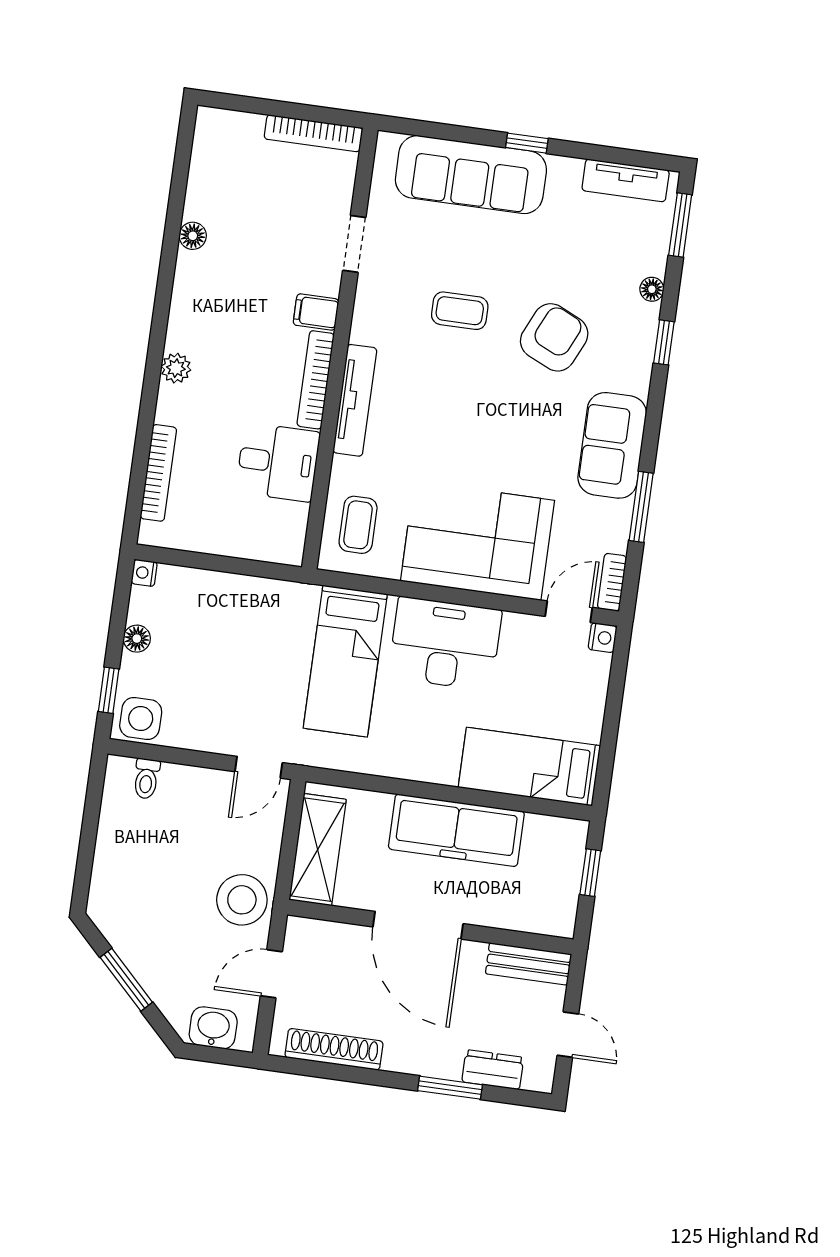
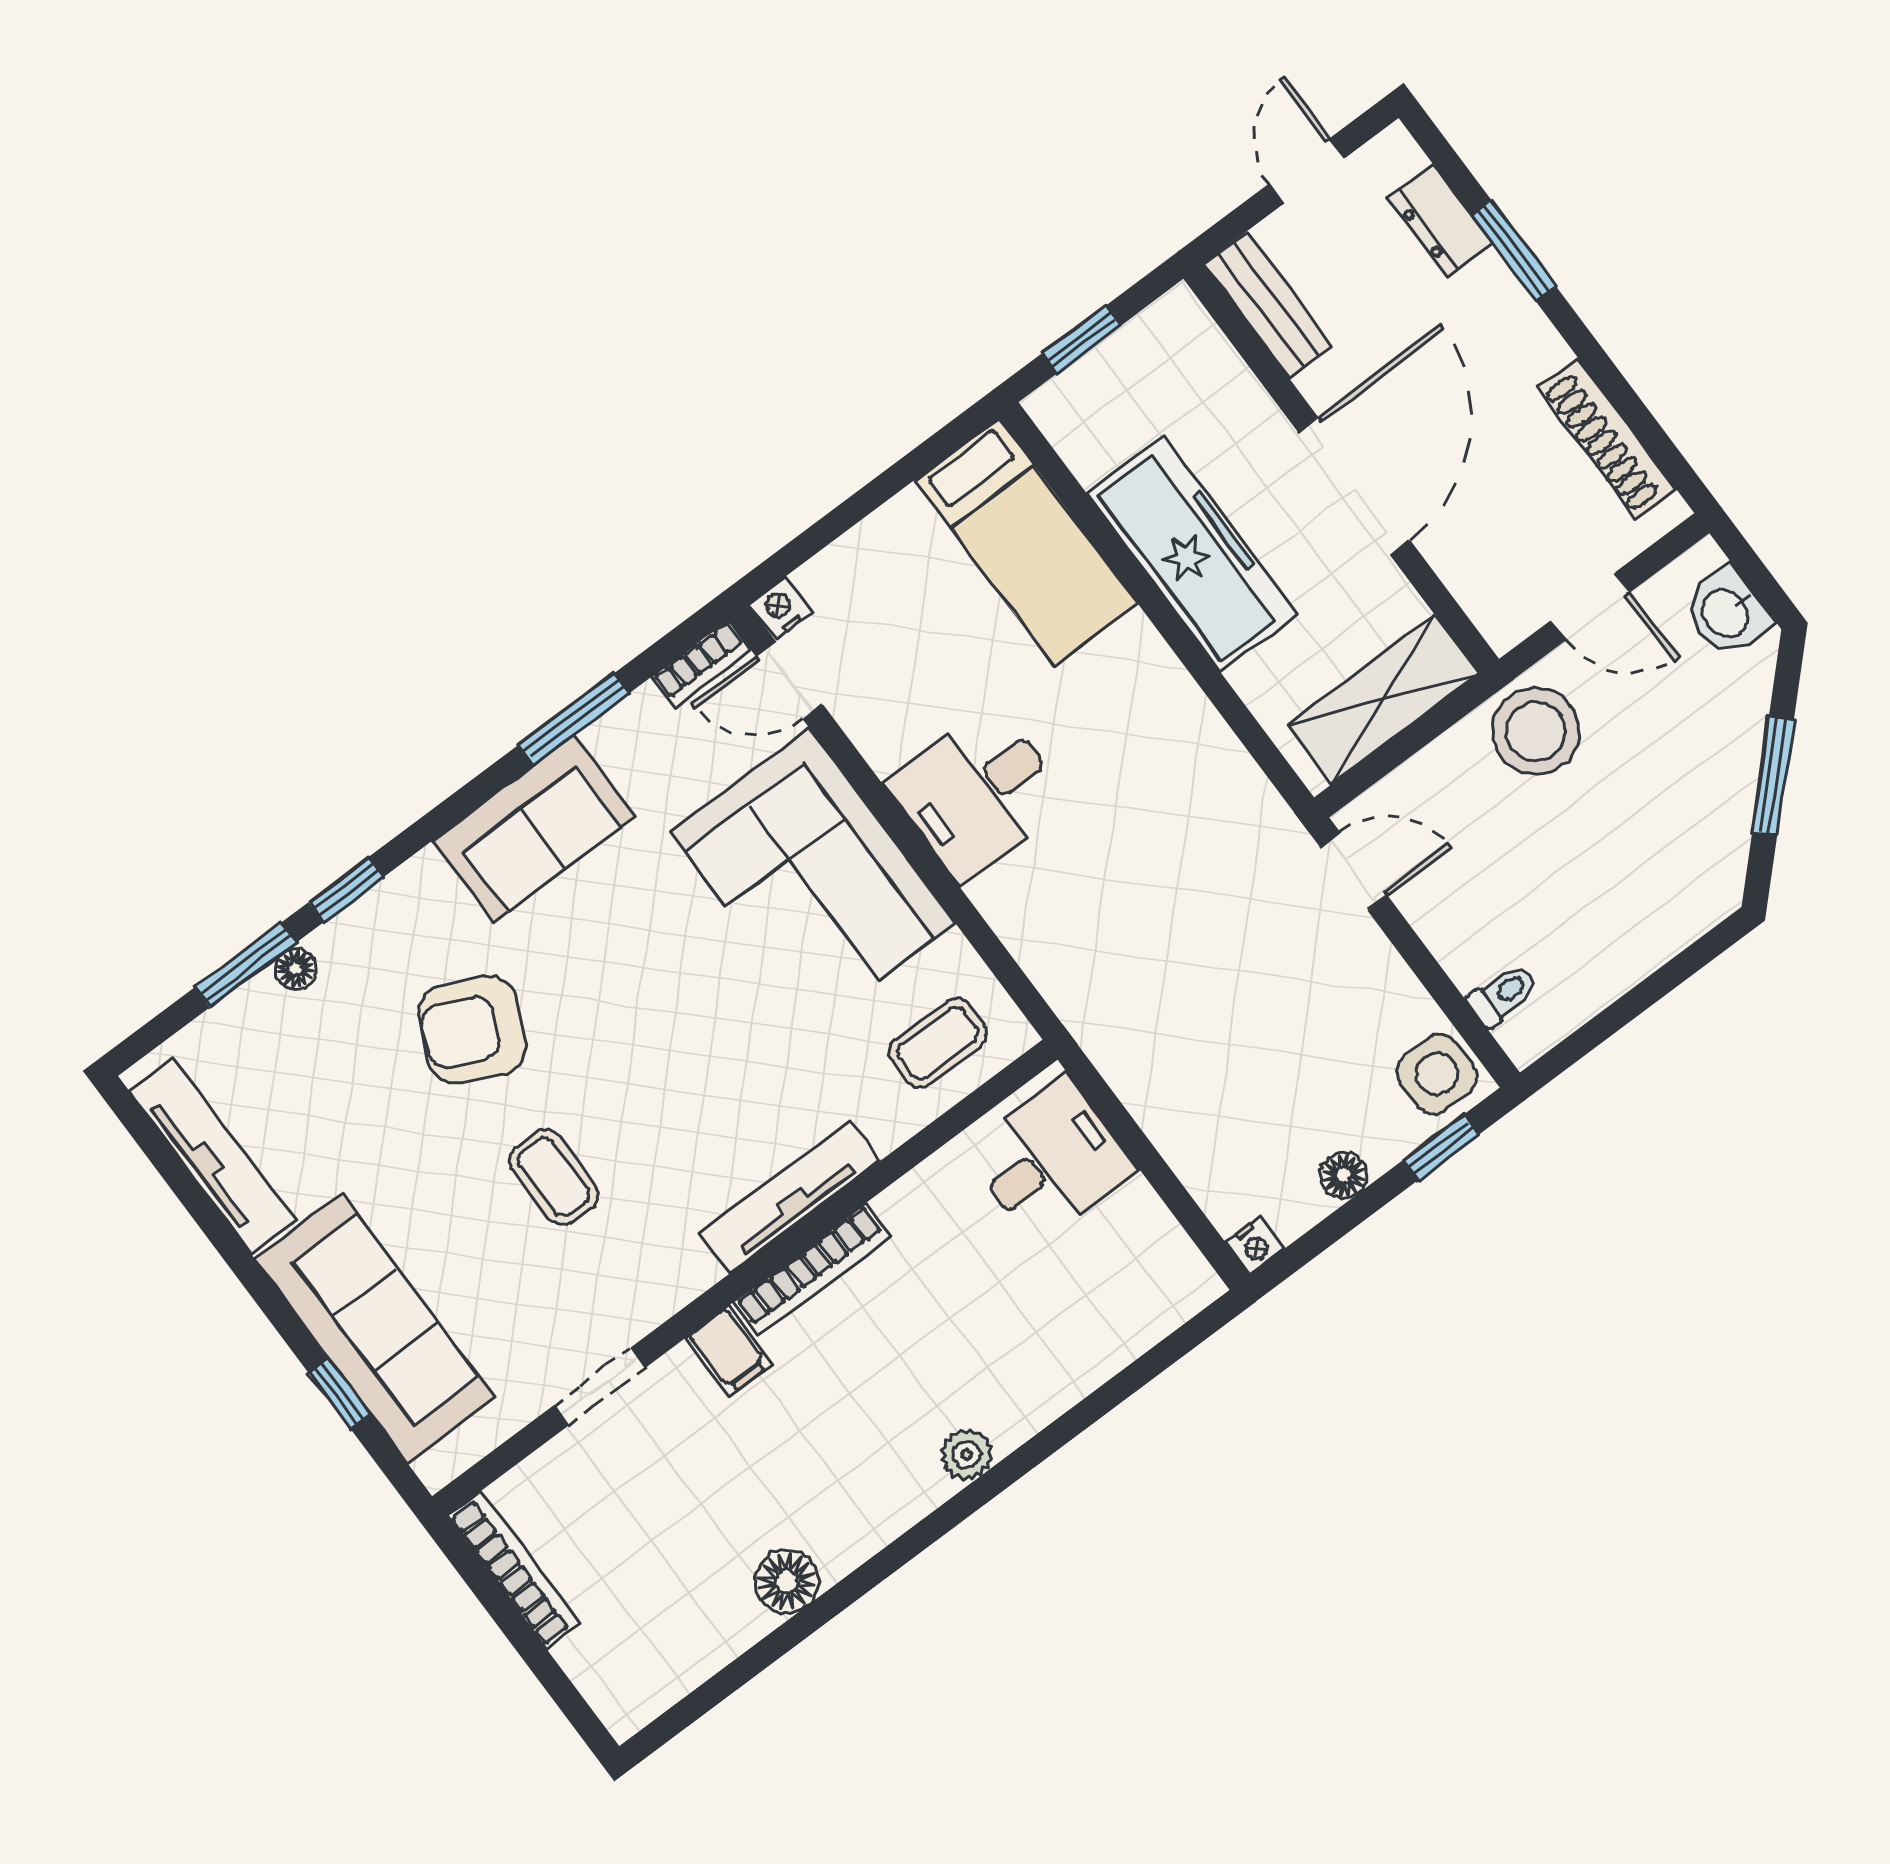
window: (527, 143) -> (340, 1393), moved
tv unit: (626, 180) -> (212, 1156), width x1.41
window: (680, 225) -> (245, 965), moved
floor lamp: (193, 236) -> (787, 1581), width x1.37, depth x1.37
desk: (278, 462) -> (1050, 1160), moved, turned 90
bookcase: (158, 473) -> (1116, 1349), removed
desk: (445, 644) -> (978, 793), width x0.73
bed: (345, 661) -> (1120, 894), removed

